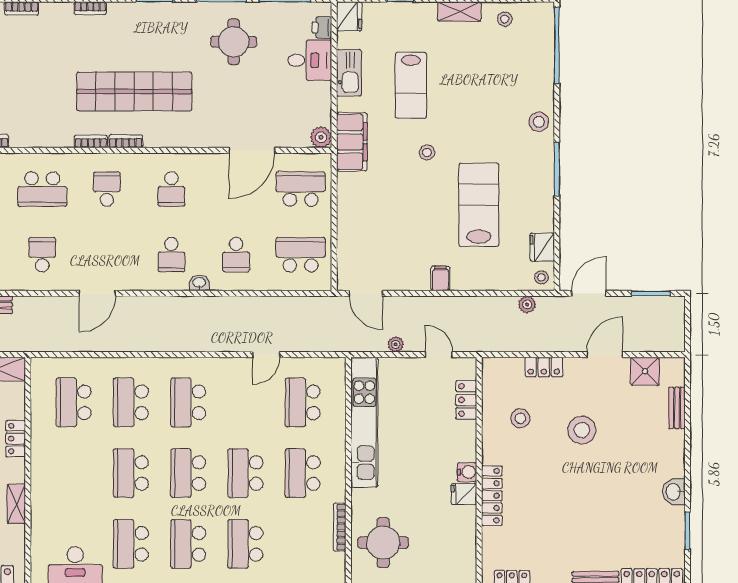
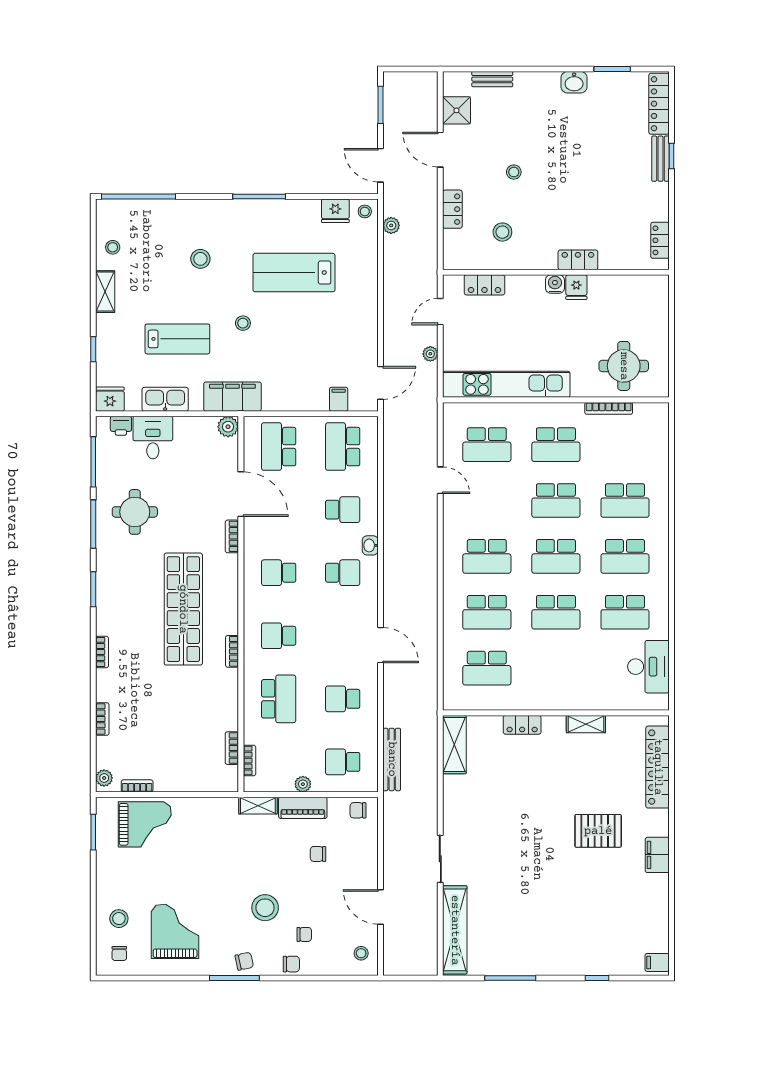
stool: (539, 122) -> (200, 259), moved
bookcase: (126, 141) -> (232, 536), moved
school desk: (171, 189) -> (279, 573), turned 180
filing cabinet: (440, 278) -> (339, 399), moved, turned 90
stool: (582, 430) -> (514, 172), width x0.53, depth x0.53
locker: (492, 496) -> (578, 260), width x0.66

